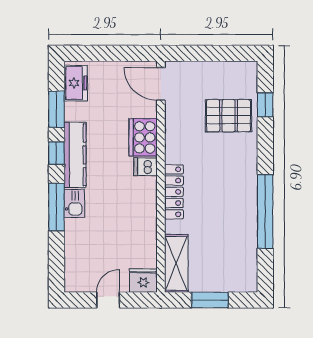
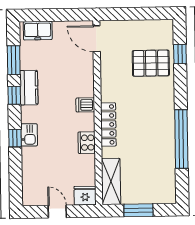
freezer: (76, 83) -> (38, 31), moved, turned 90
cooker: (143, 137) -> (87, 143), moved, width x0.73, depth x0.76
kitchen counter: (75, 155) -> (29, 88), width x0.67
window: (56, 207) -> (15, 138), width x0.46
door: (108, 300) -> (57, 211), hinge flipped

